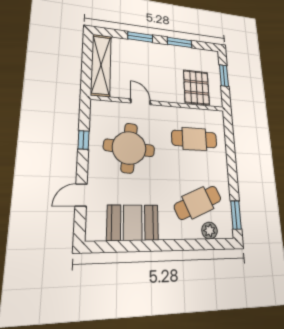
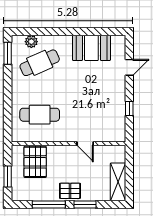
window: (180, 42) -> (49, 205), width x1.44
pallet: (157, 53) -> (70, 191), added
shelving: (101, 65) -> (118, 182), width x0.68
round table: (129, 148) -> (94, 104), removed

